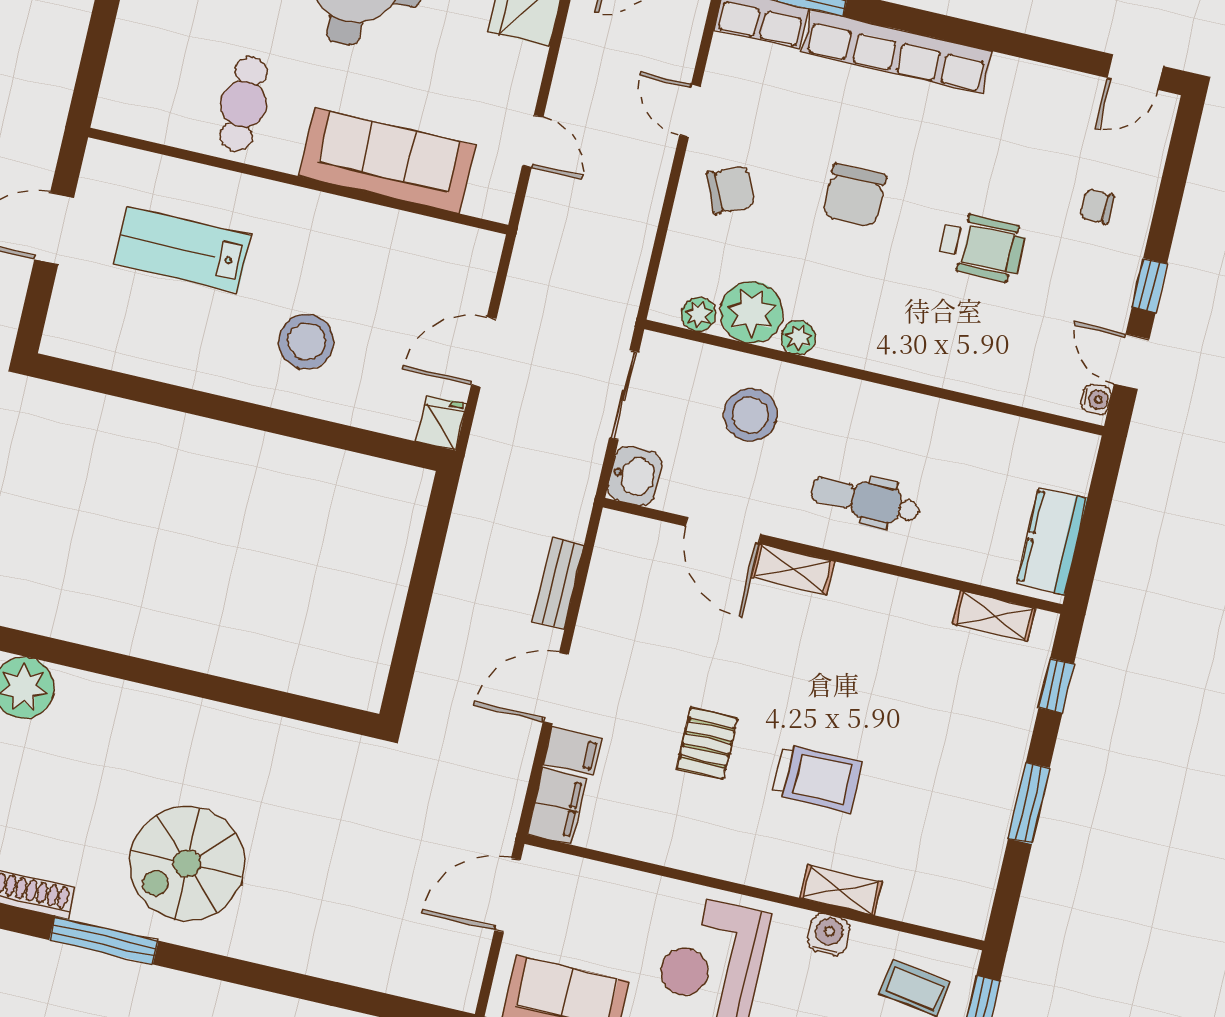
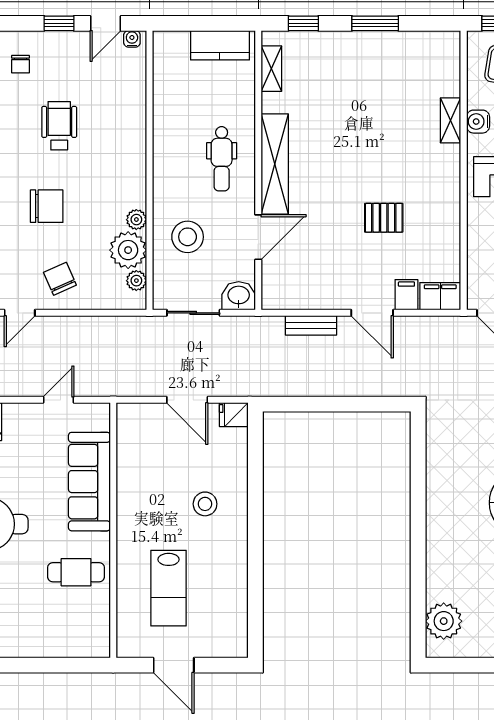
stool: (306, 342) -> (205, 504), width x0.73, depth x0.73
shelving: (793, 569) -> (275, 164), width x2.20, depth x1.33
trolley: (817, 778) -> (389, 149), removed

